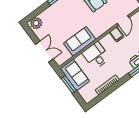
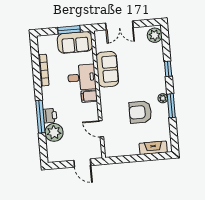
filing cabinet: (117, 34) -> (89, 96), moved

